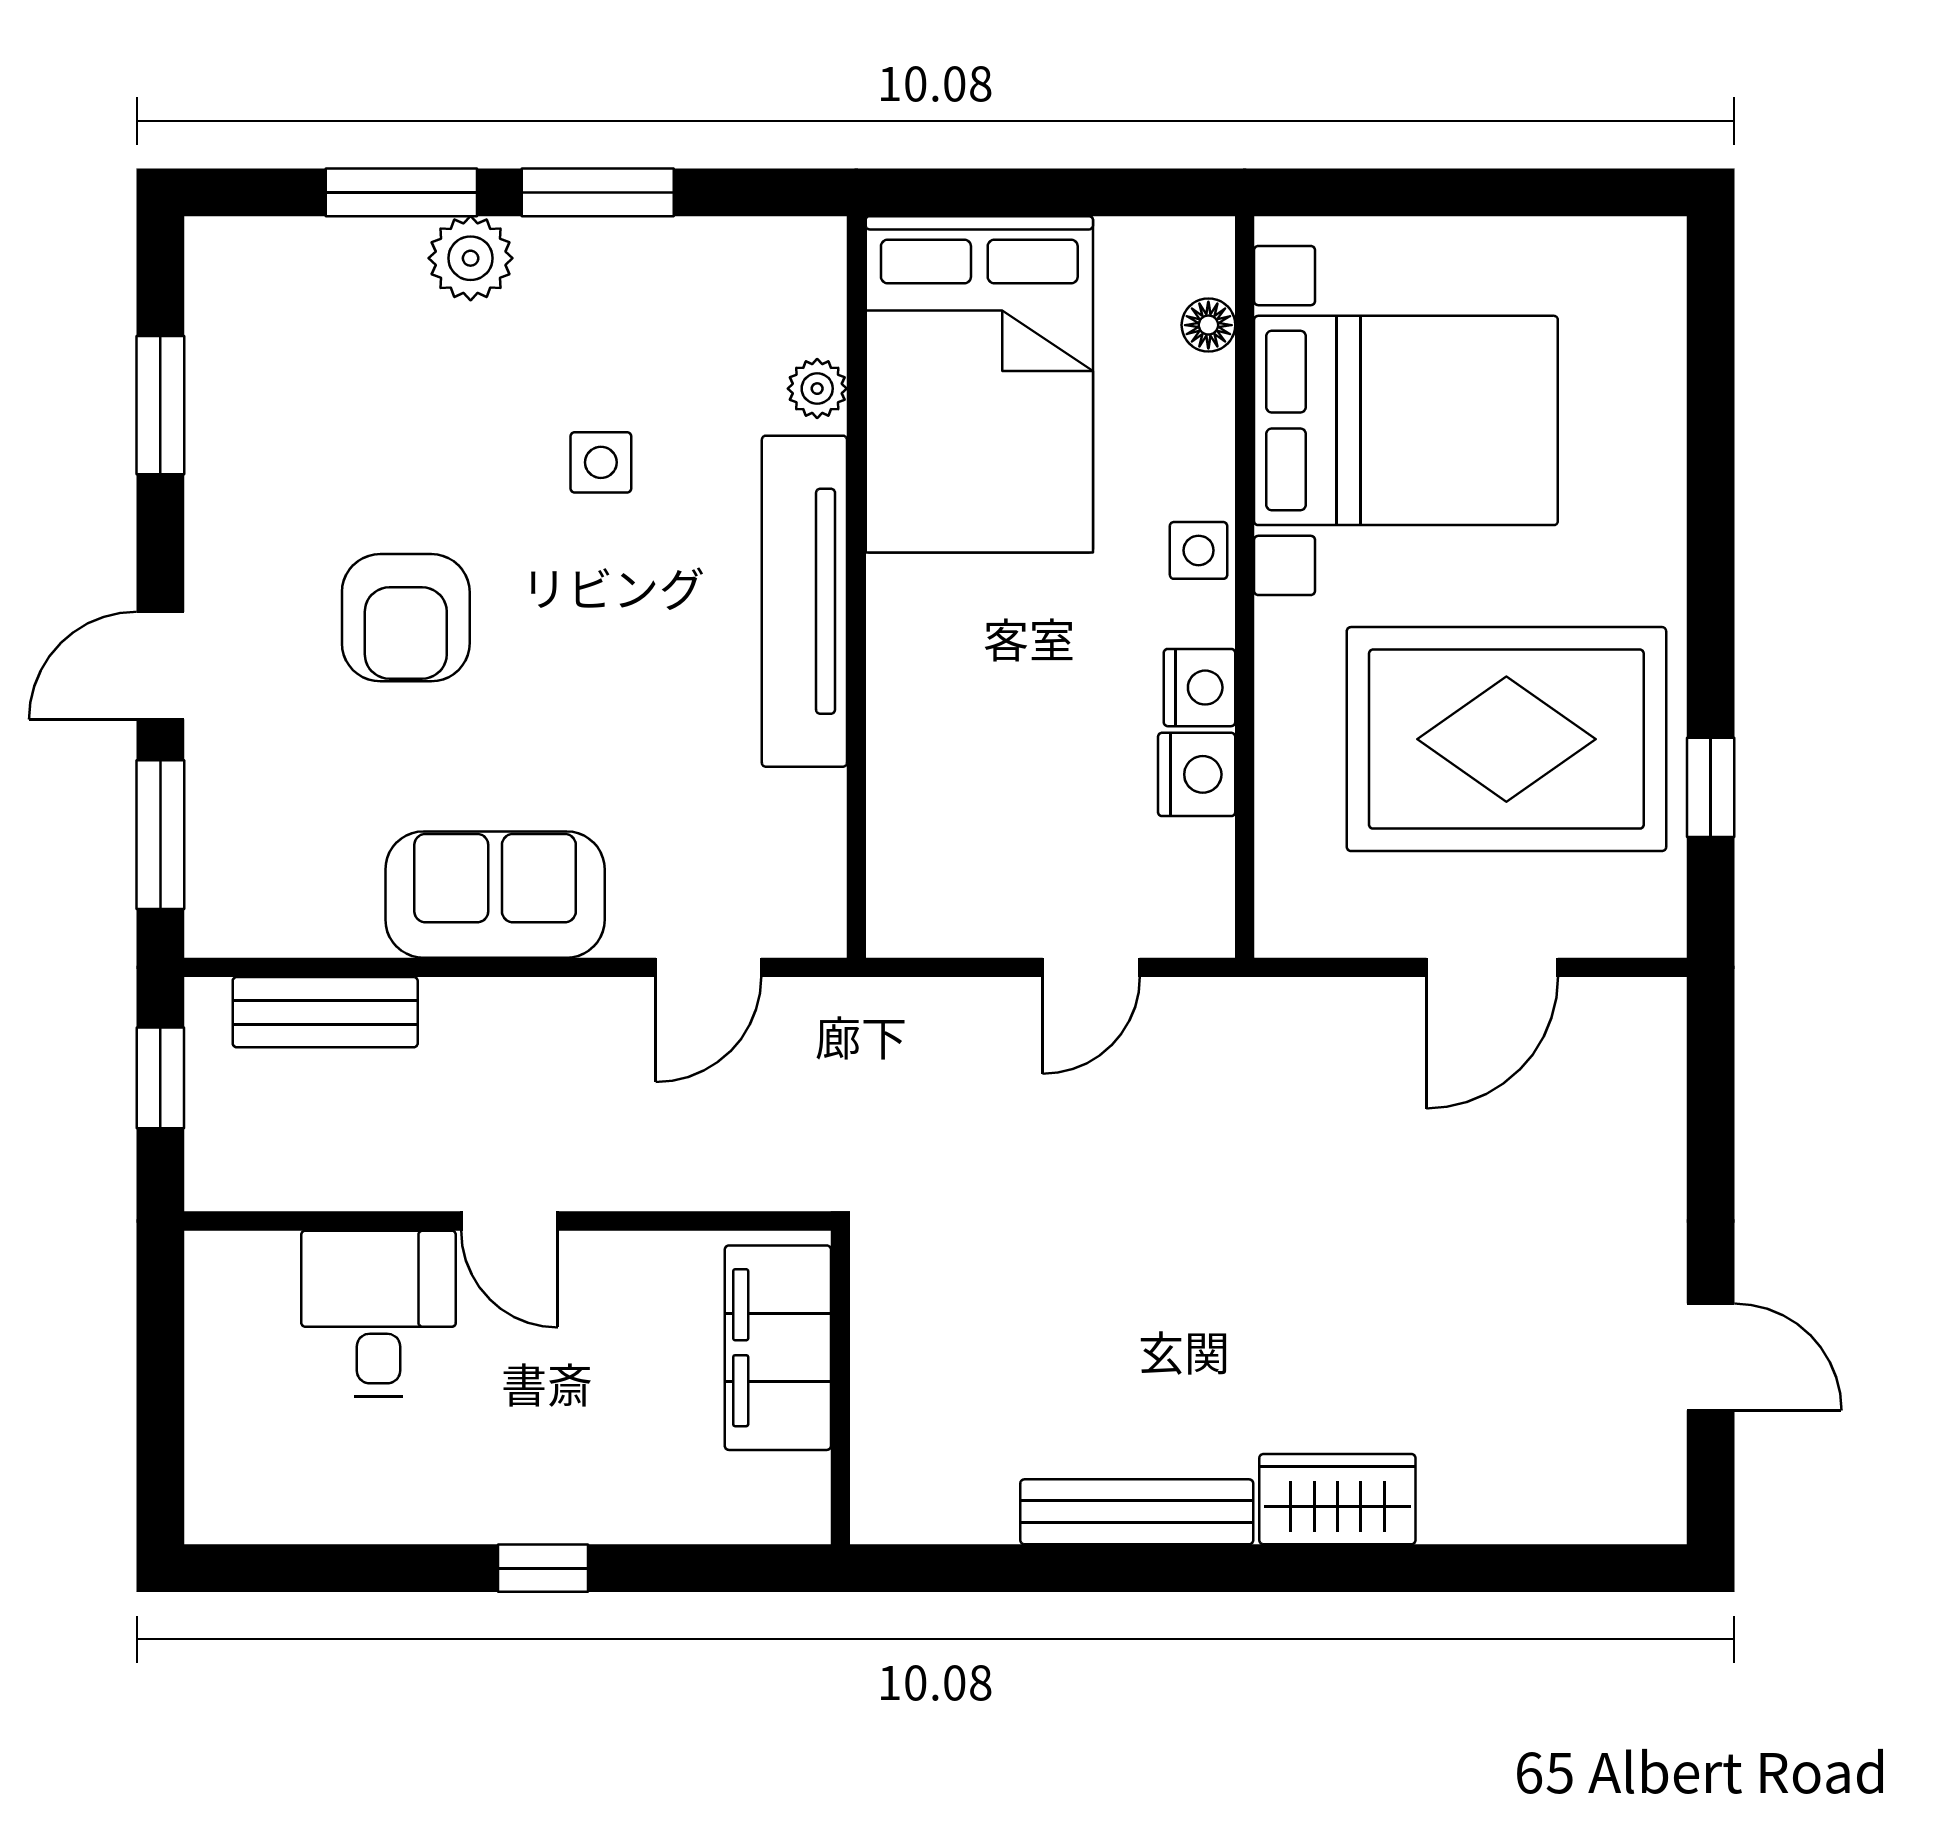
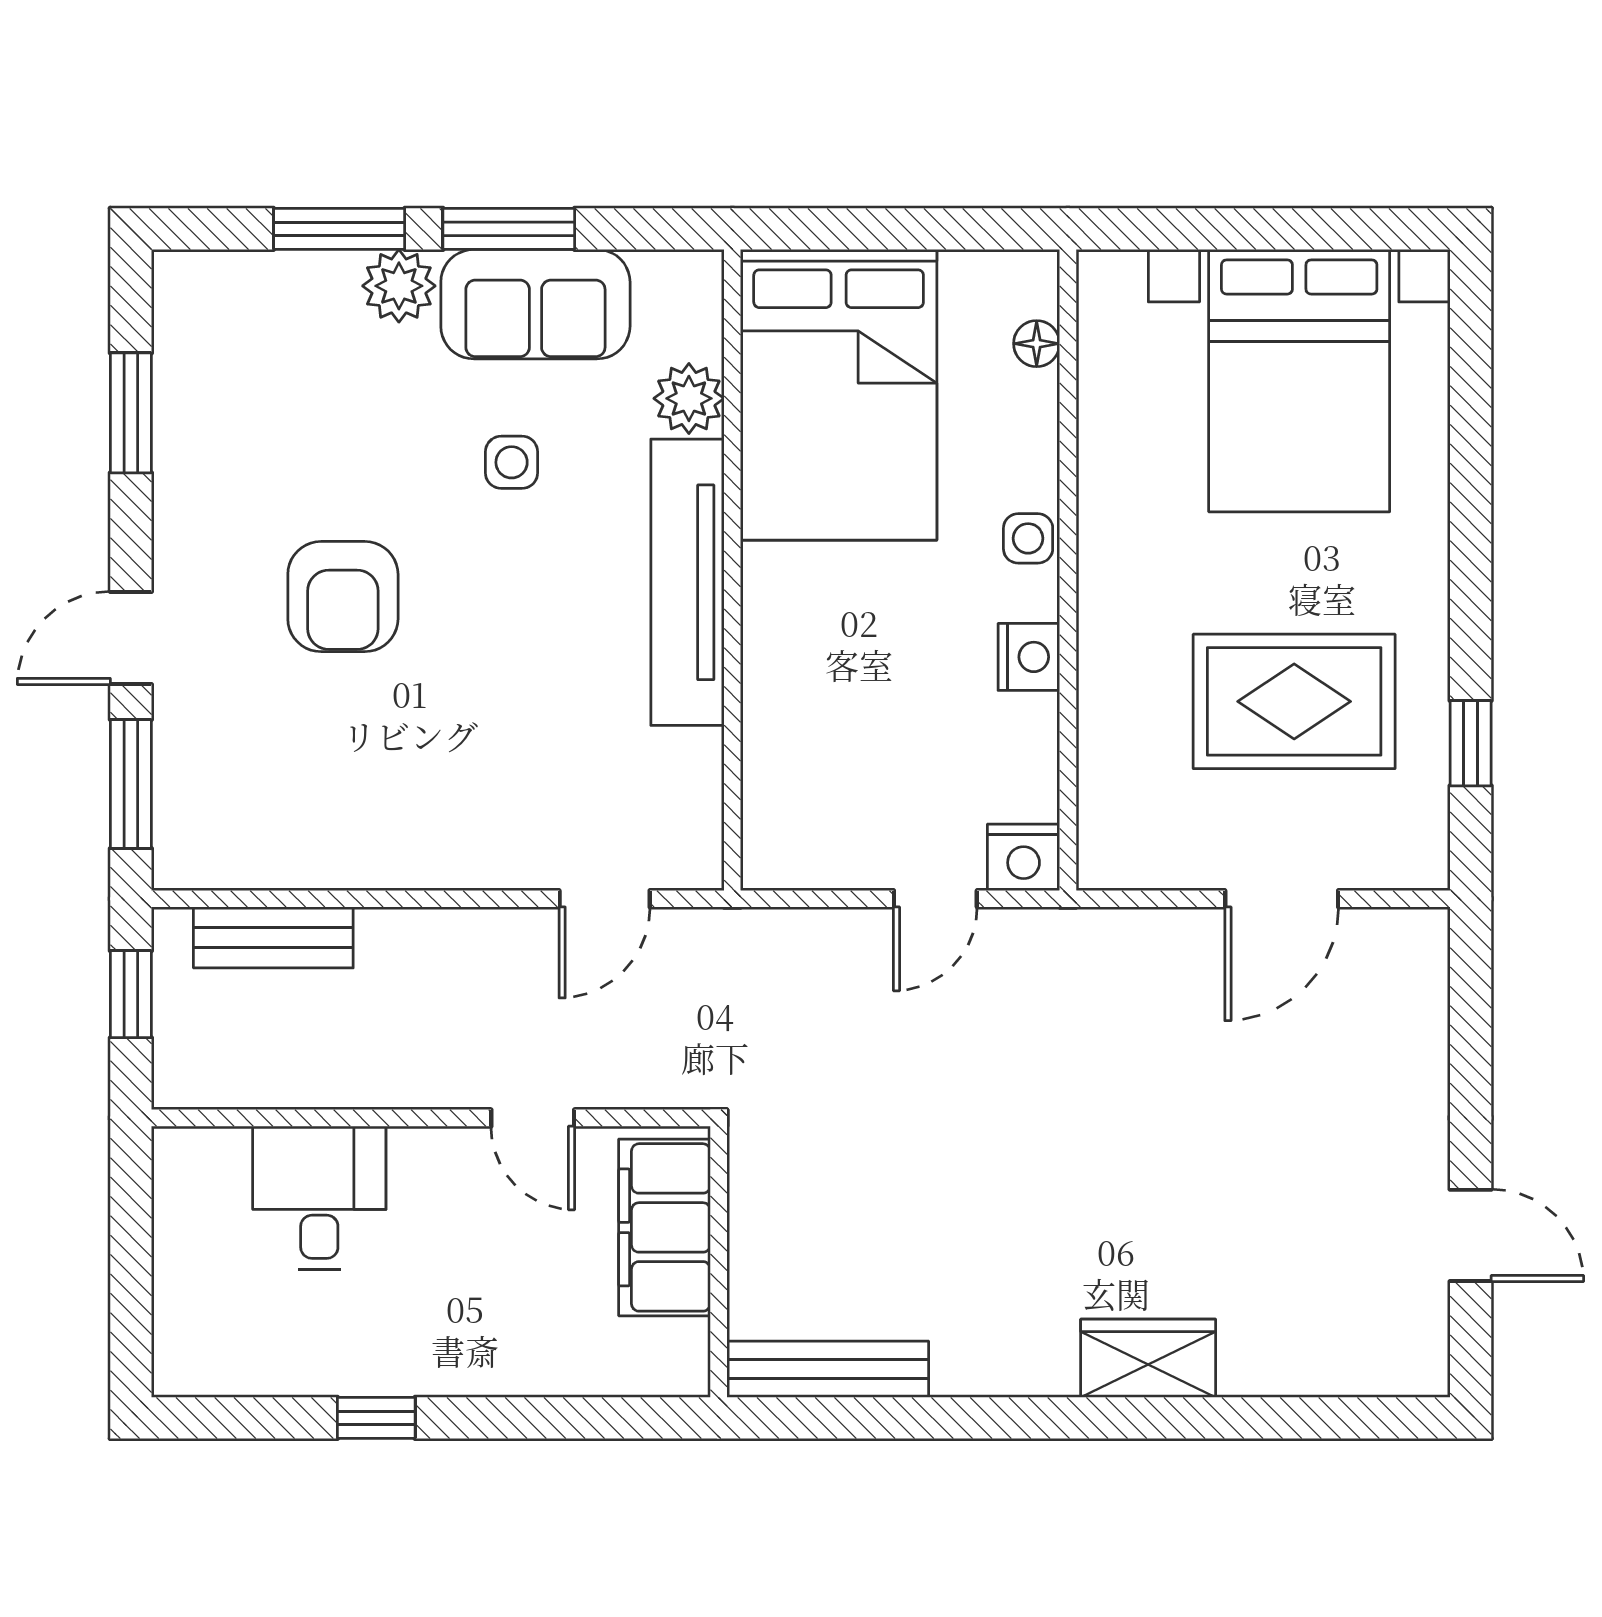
plant: (817, 389) -> (689, 398), width x1.38, depth x1.38
bed with nightstands: (1406, 420) -> (1299, 381), moved, turned 90
rug: (1506, 739) -> (1294, 701), width x0.73, depth x0.69
nightstand: (1197, 774) -> (1024, 857), moved, turned 90
sofa: (495, 895) -> (535, 304), moved, turned 180
door: (509, 1221) -> (533, 1118), moved
bench: (1137, 1512) -> (828, 1369), moved
window: (543, 1568) -> (376, 1418), moved

